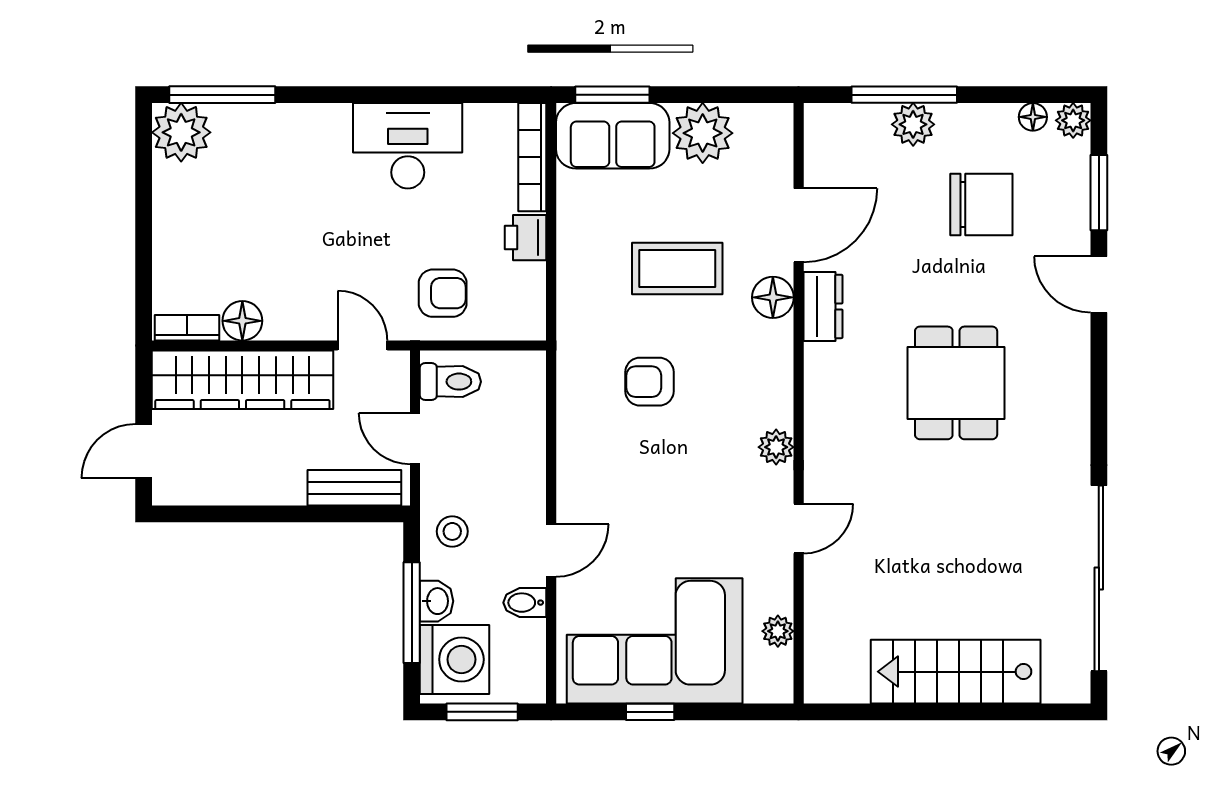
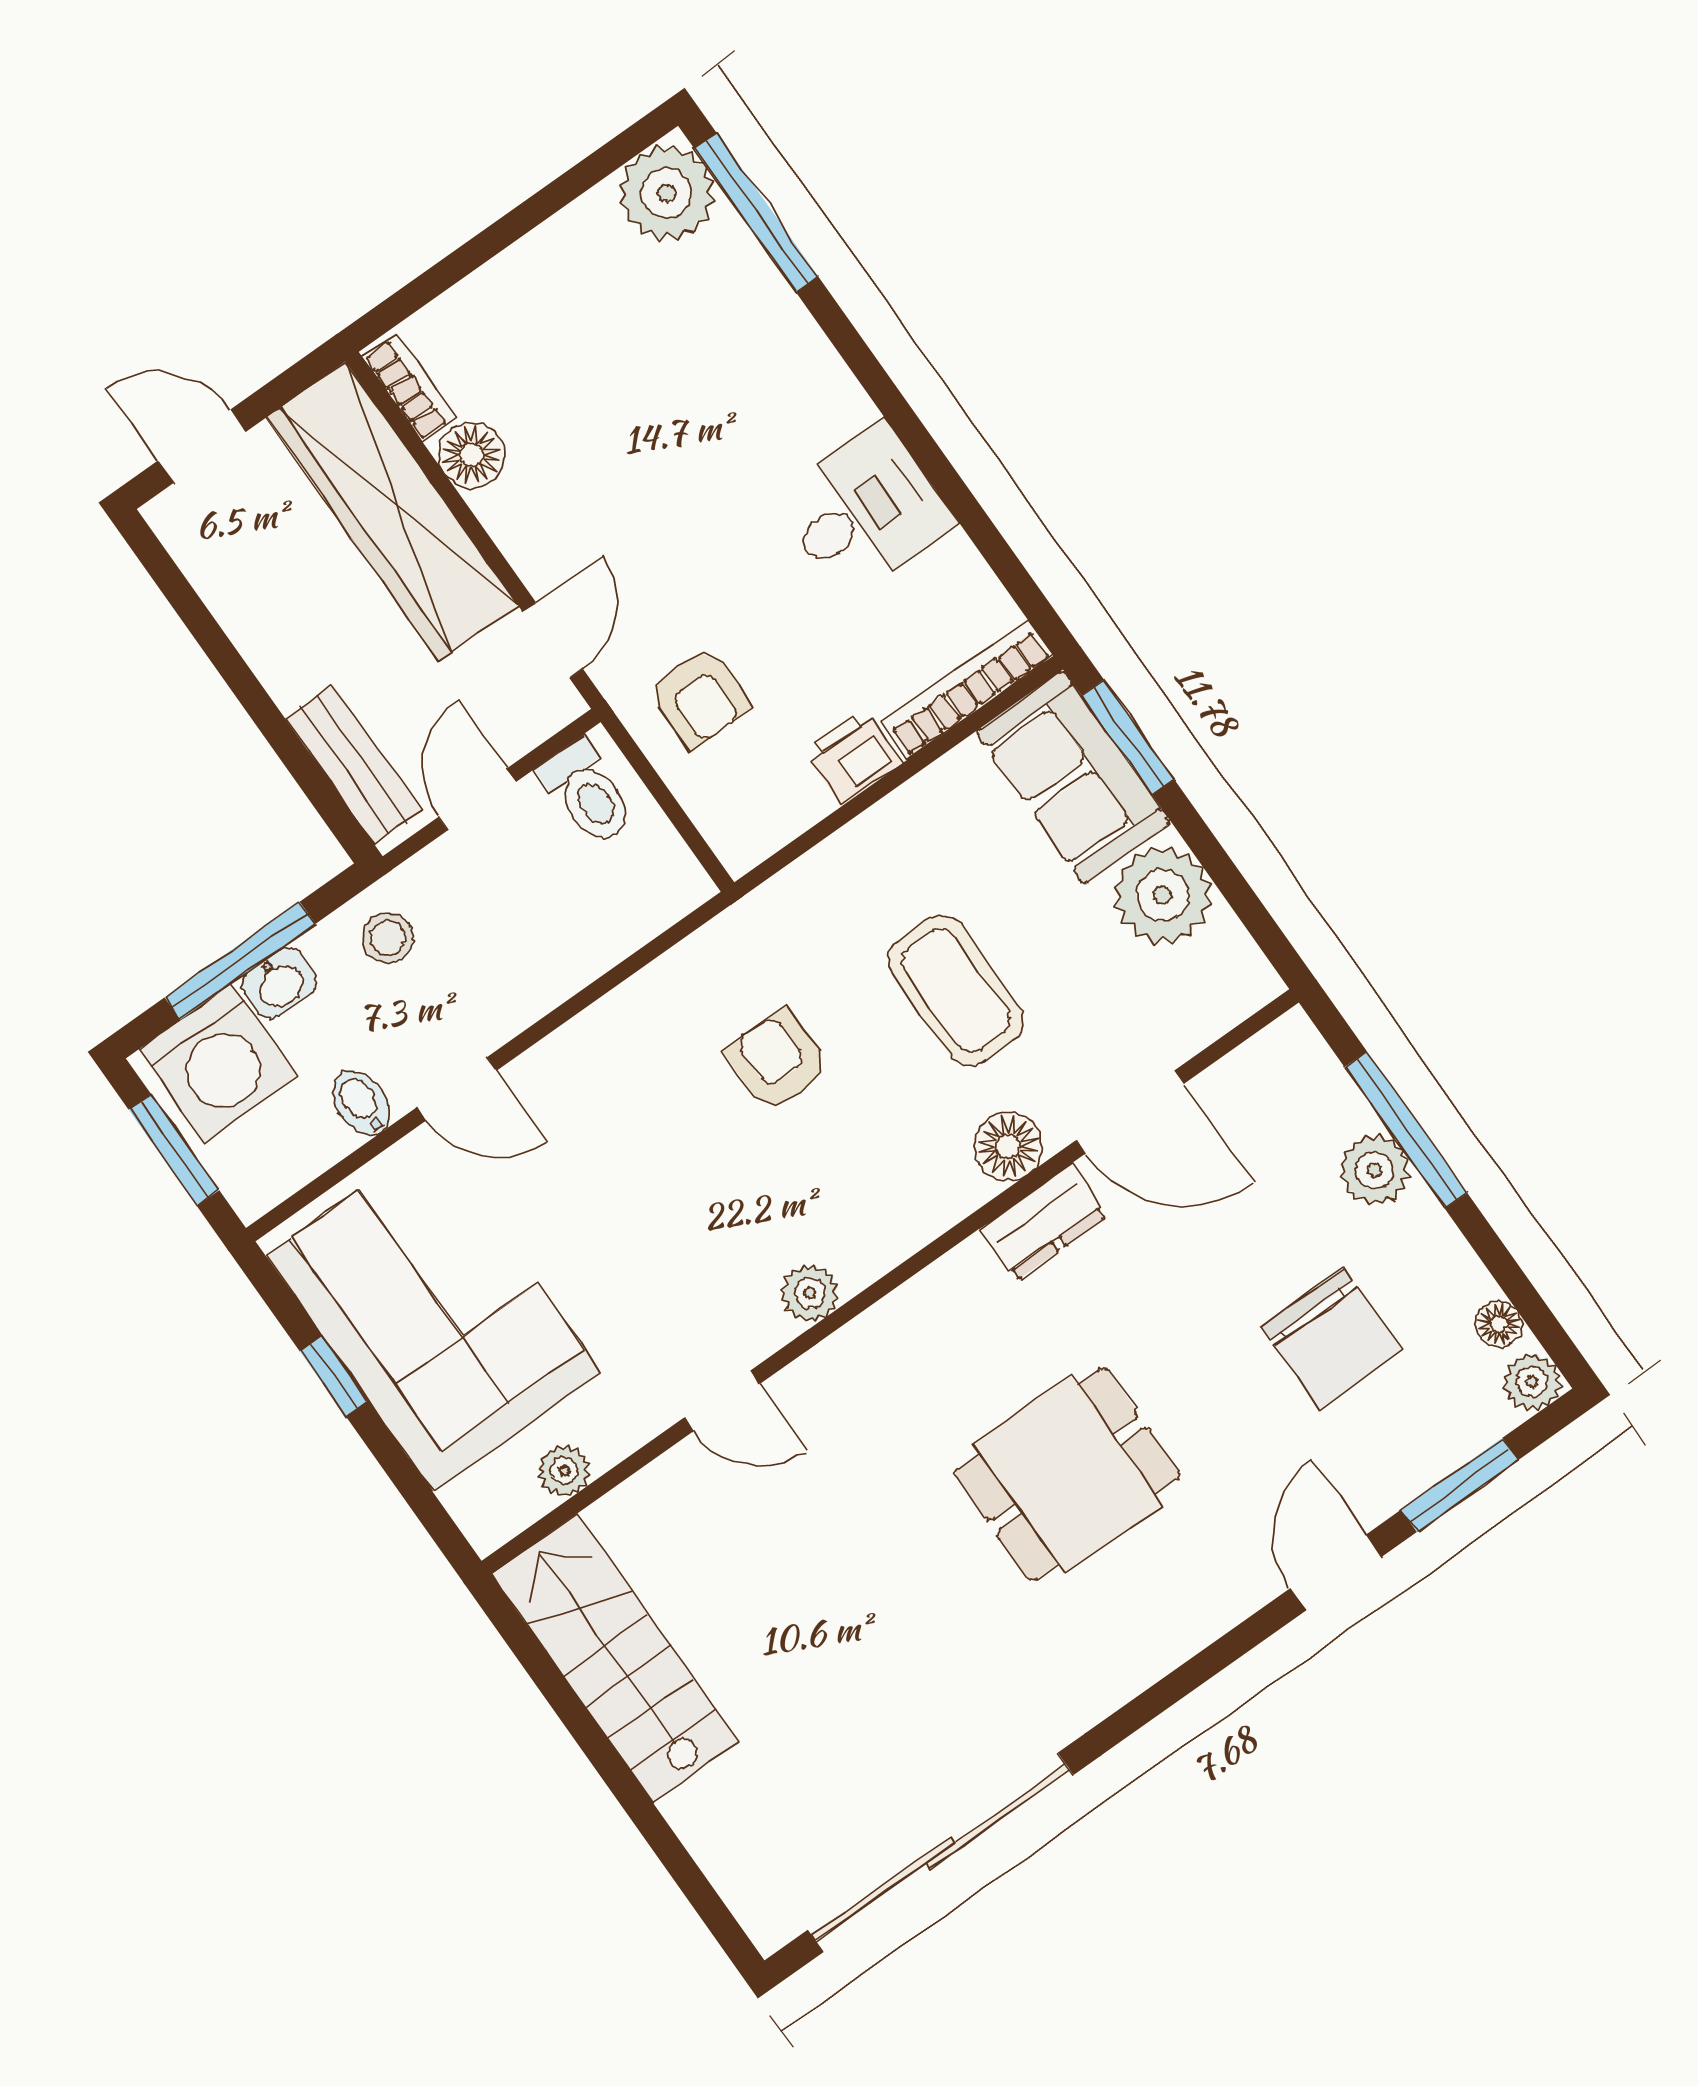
desk: (408, 146) -> (864, 511), width x0.73
stairs: (956, 672) -> (615, 1658), moved

